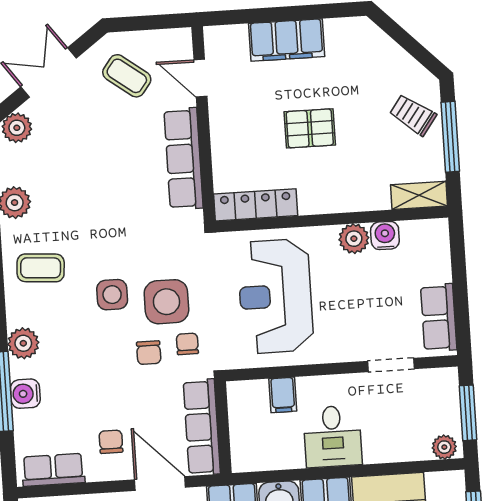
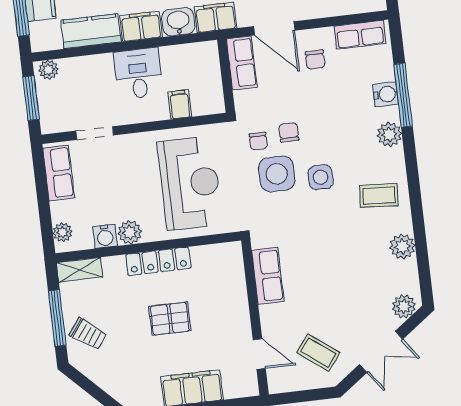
row of seats: (184, 159) -> (268, 276), width x0.68
locker: (256, 205) -> (158, 261), moved
plant: (438, 243) -> (63, 232), added
row of seats: (202, 427) -> (242, 63), width x0.68

